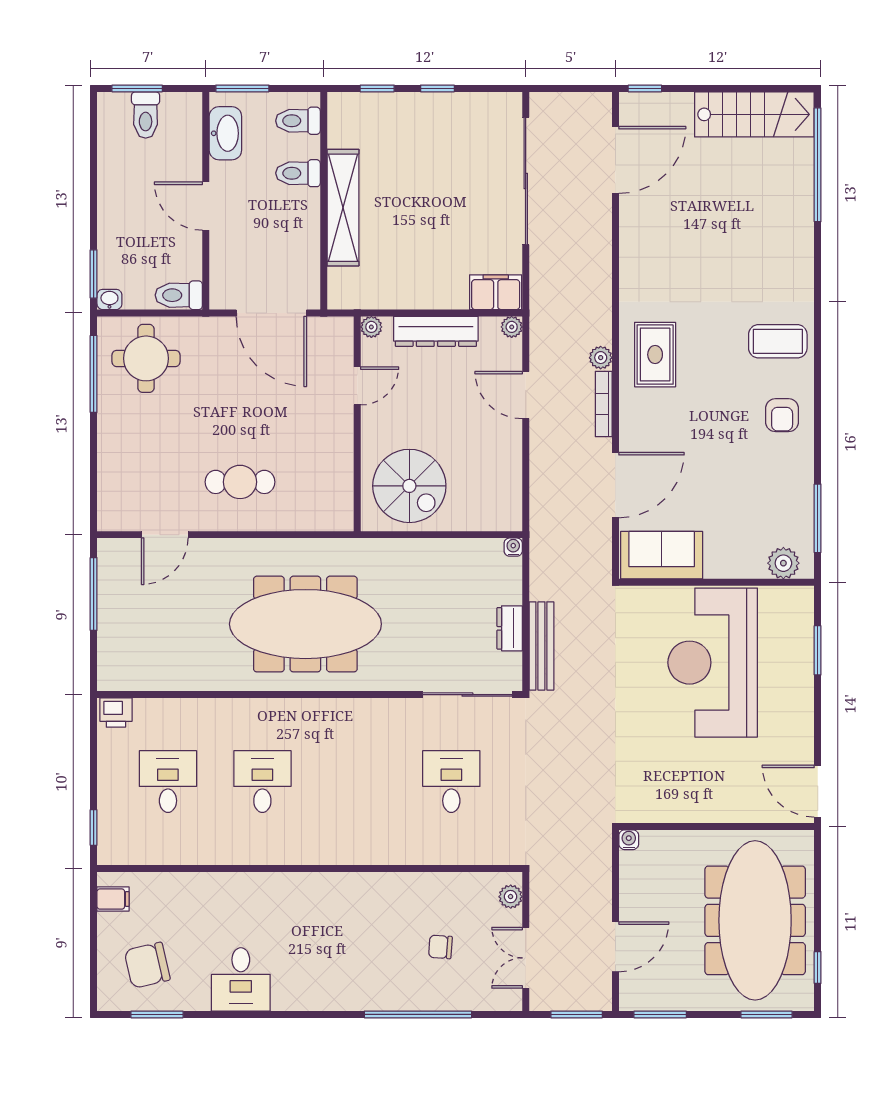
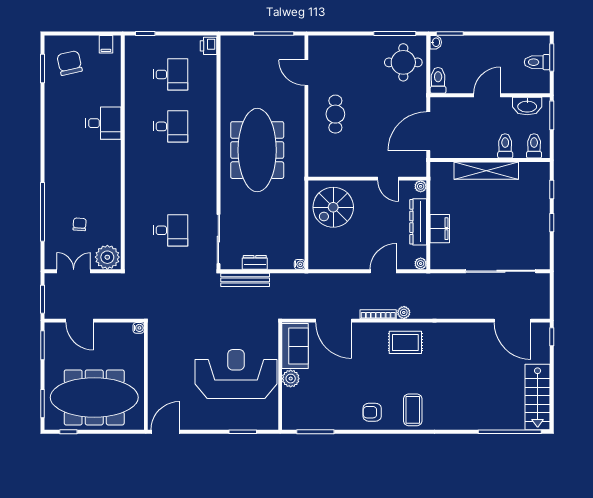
filing cabinet: (496, 292) -> (440, 229), moved
plant: (783, 563) -> (291, 379), moved
plant: (511, 897) -> (107, 257), width x1.87, depth x1.87
desk: (241, 979) -> (103, 123), moved, turned 180

